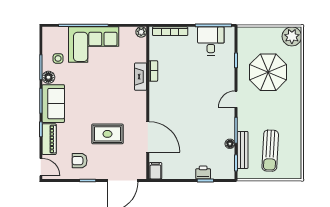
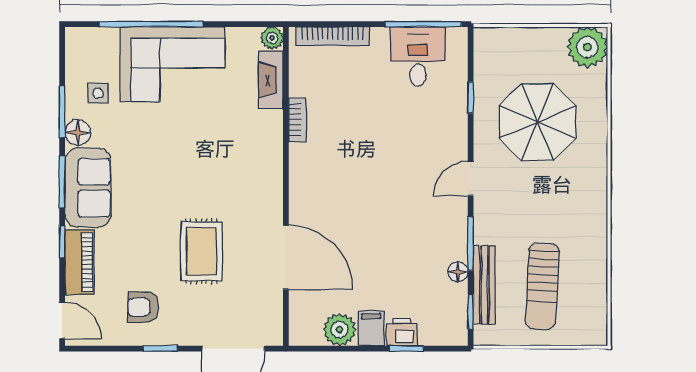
fireplace: (141, 77) -> (271, 80), moved
rug: (107, 134) -> (201, 251), turned 90
filing cabinet: (155, 171) -> (371, 328), moved
plant: (173, 171) -> (340, 330), added

